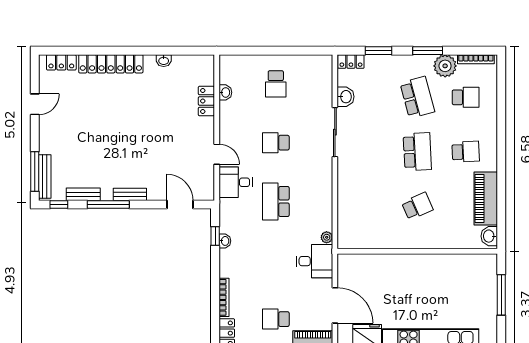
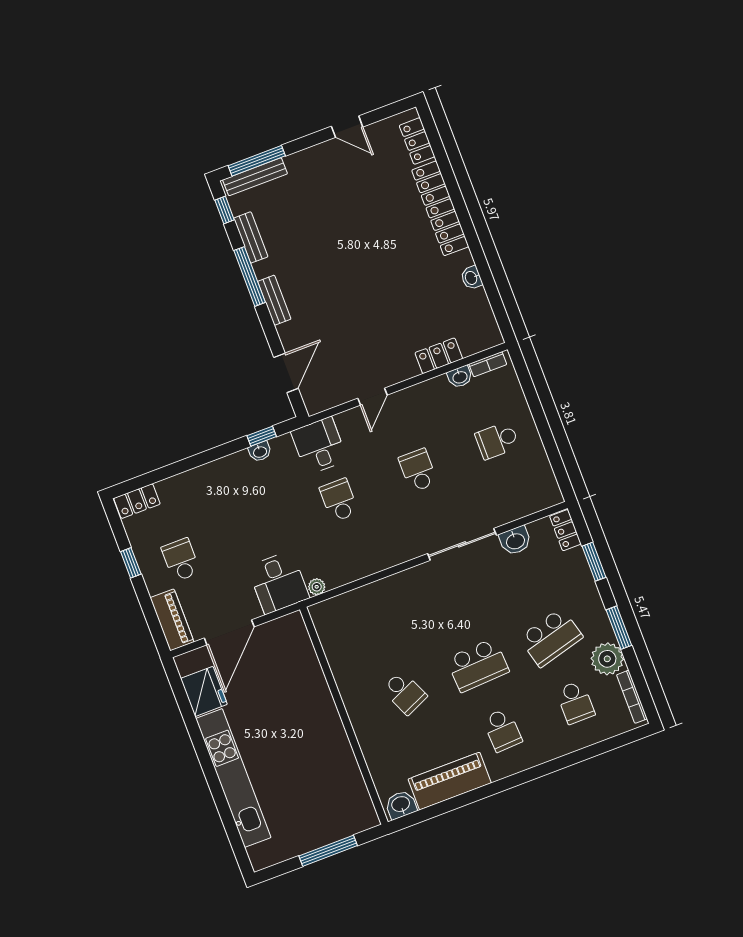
desk: (236, 182) -> (319, 446), moved
school desk: (276, 201) -> (339, 500), width x0.54
bookcase: (224, 297) -> (488, 364), moved, width x0.64

